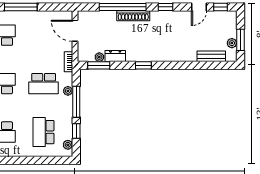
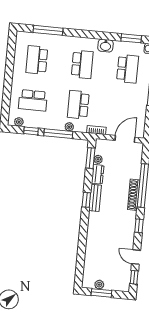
bench: (211, 56) -> (95, 198), moved
school desk: (44, 132) -> (33, 100), turned 180

